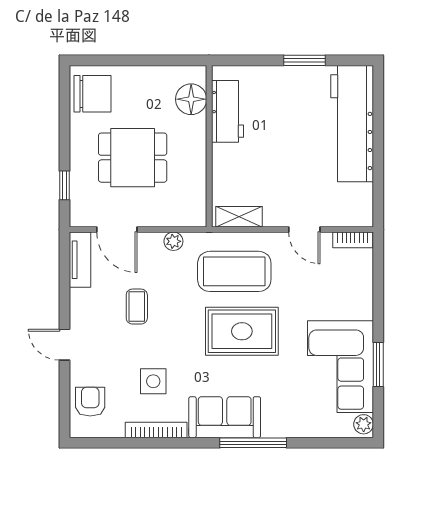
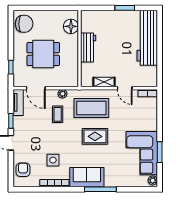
workbench: (227, 111) -> (88, 47), moved
shelving: (239, 217) -> (104, 82), moved
window: (64, 299) -> (11, 121), added
coffee table: (137, 307) -> (58, 114), moved
rug: (242, 331) -> (95, 136), width x0.73, depth x0.70

